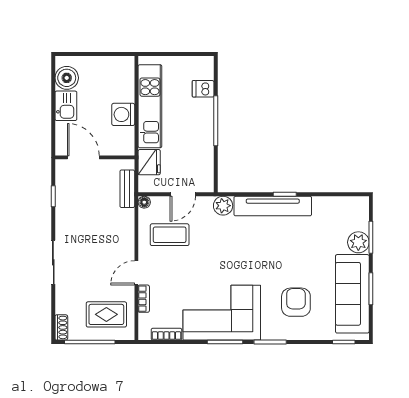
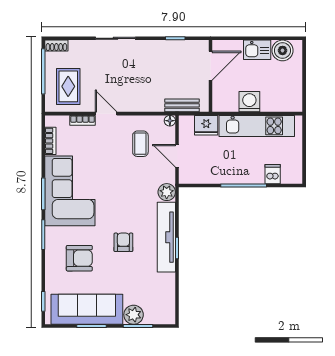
coffee table: (170, 235) -> (140, 144), width x0.73, depth x0.77
armchair: (278, 253) -> (123, 242), added

